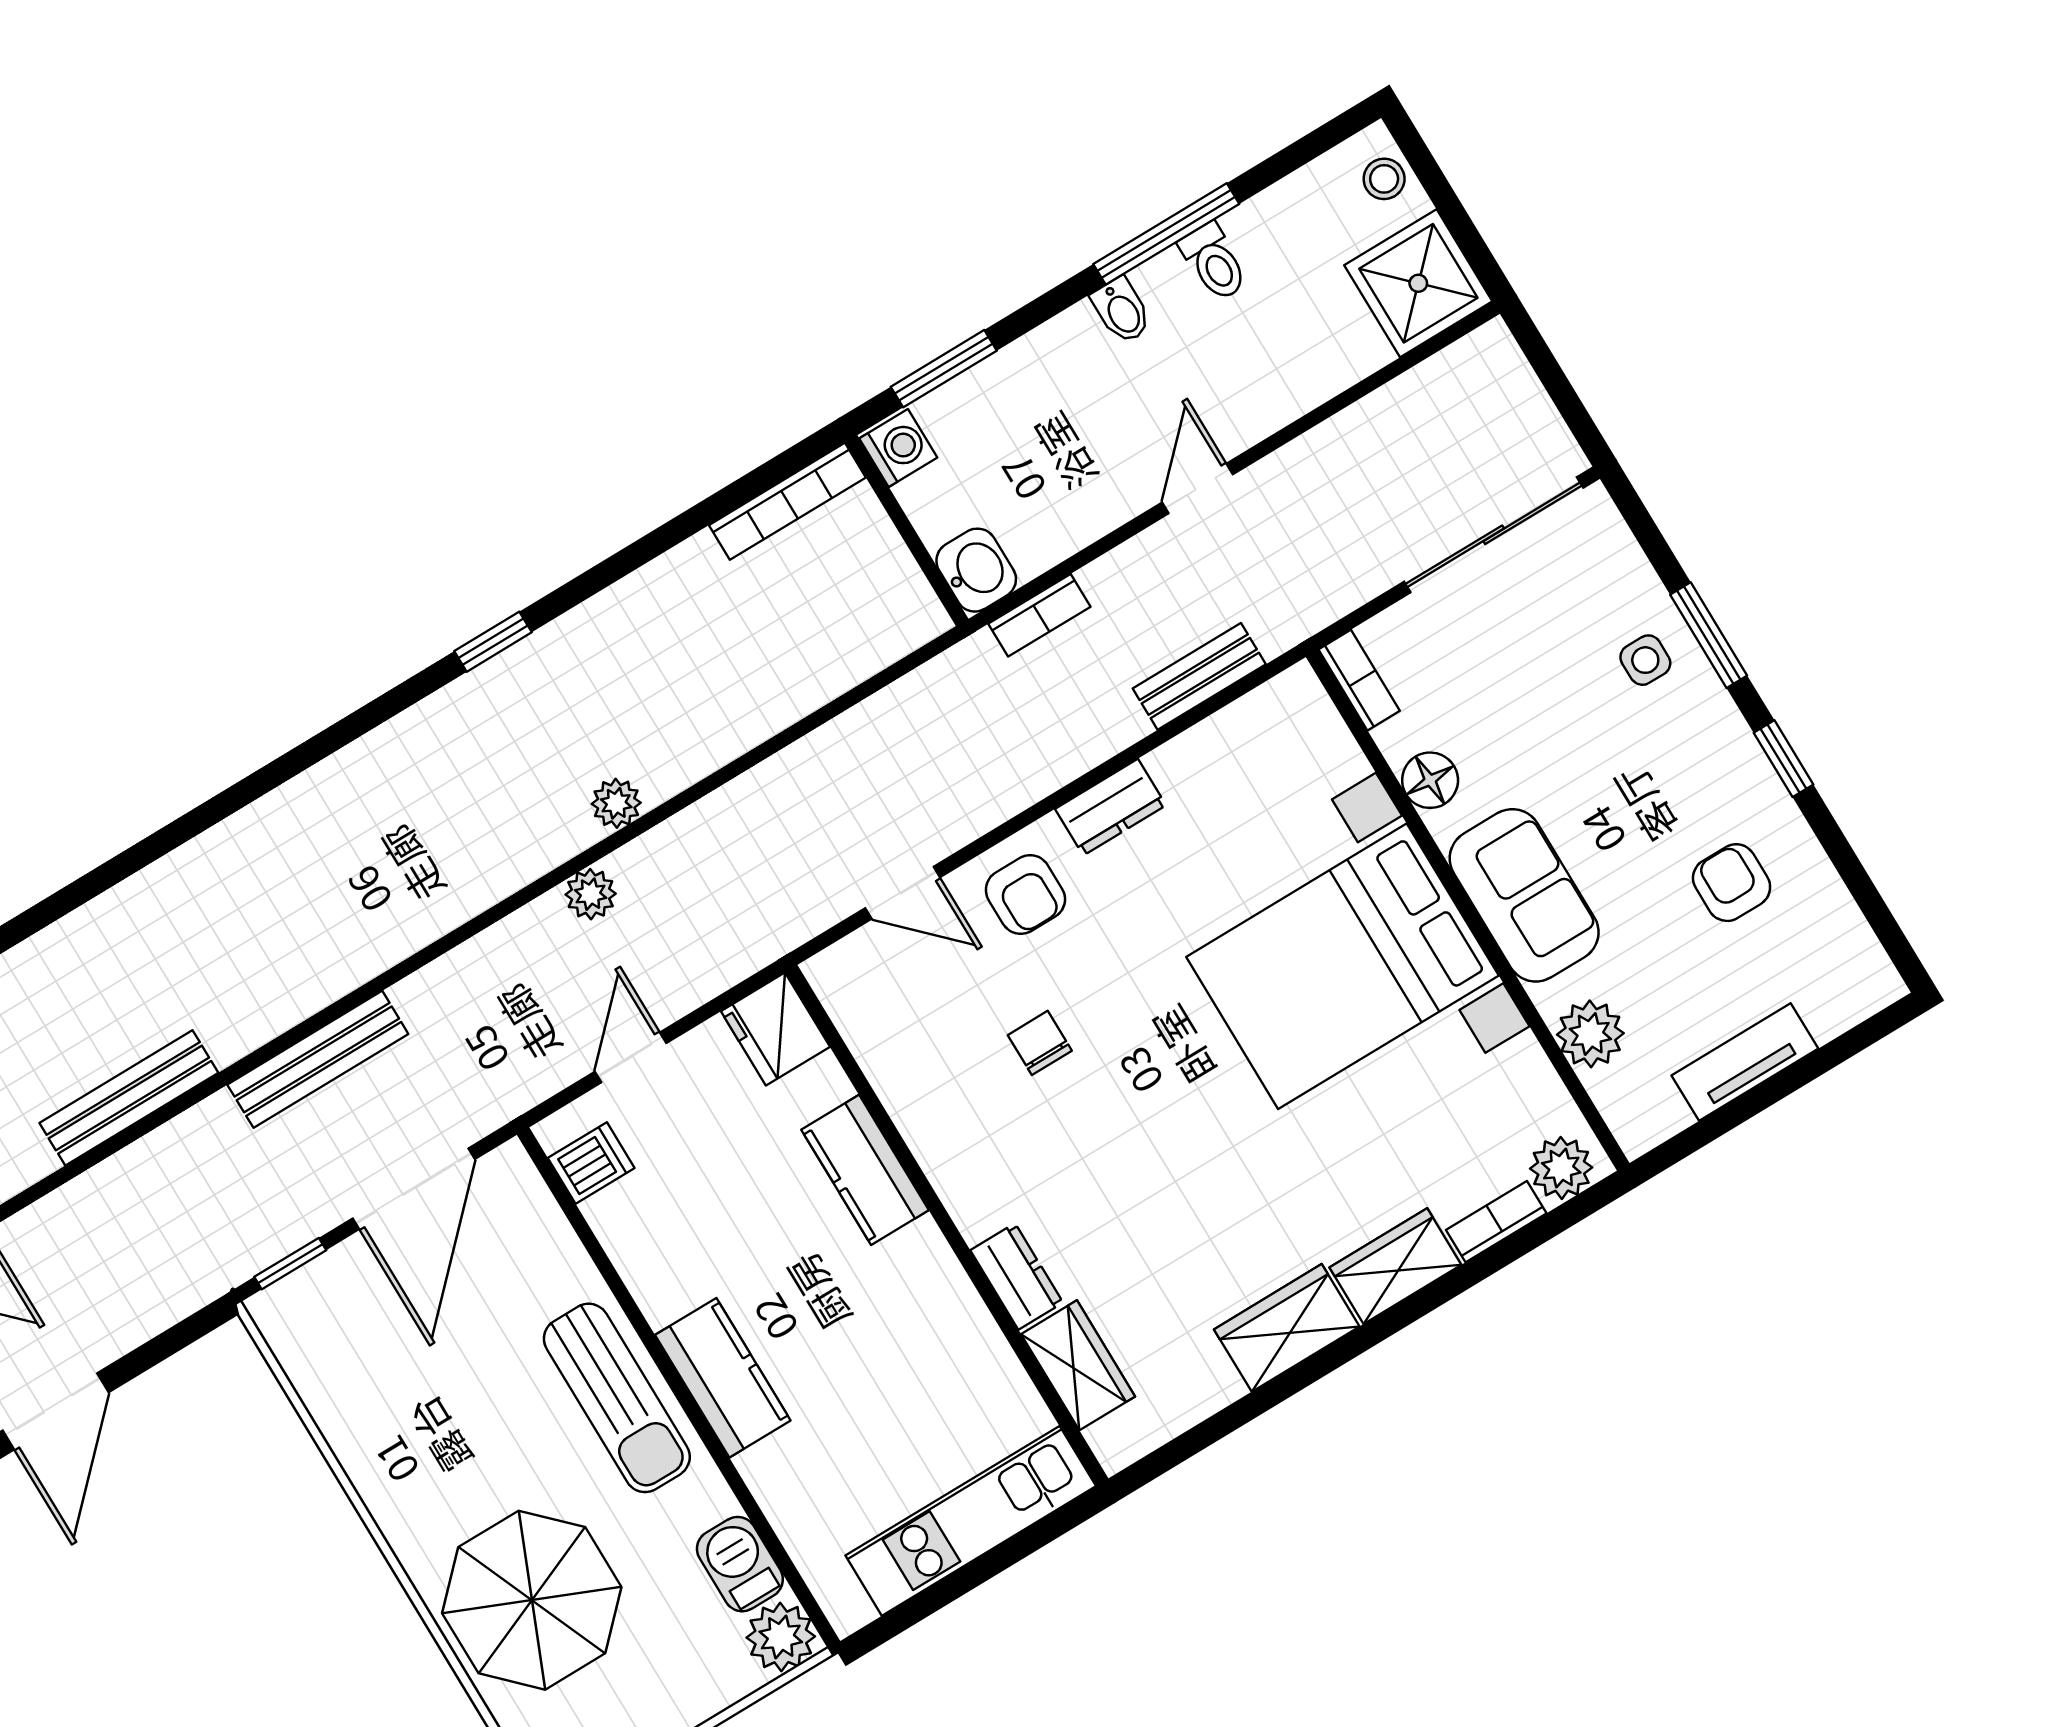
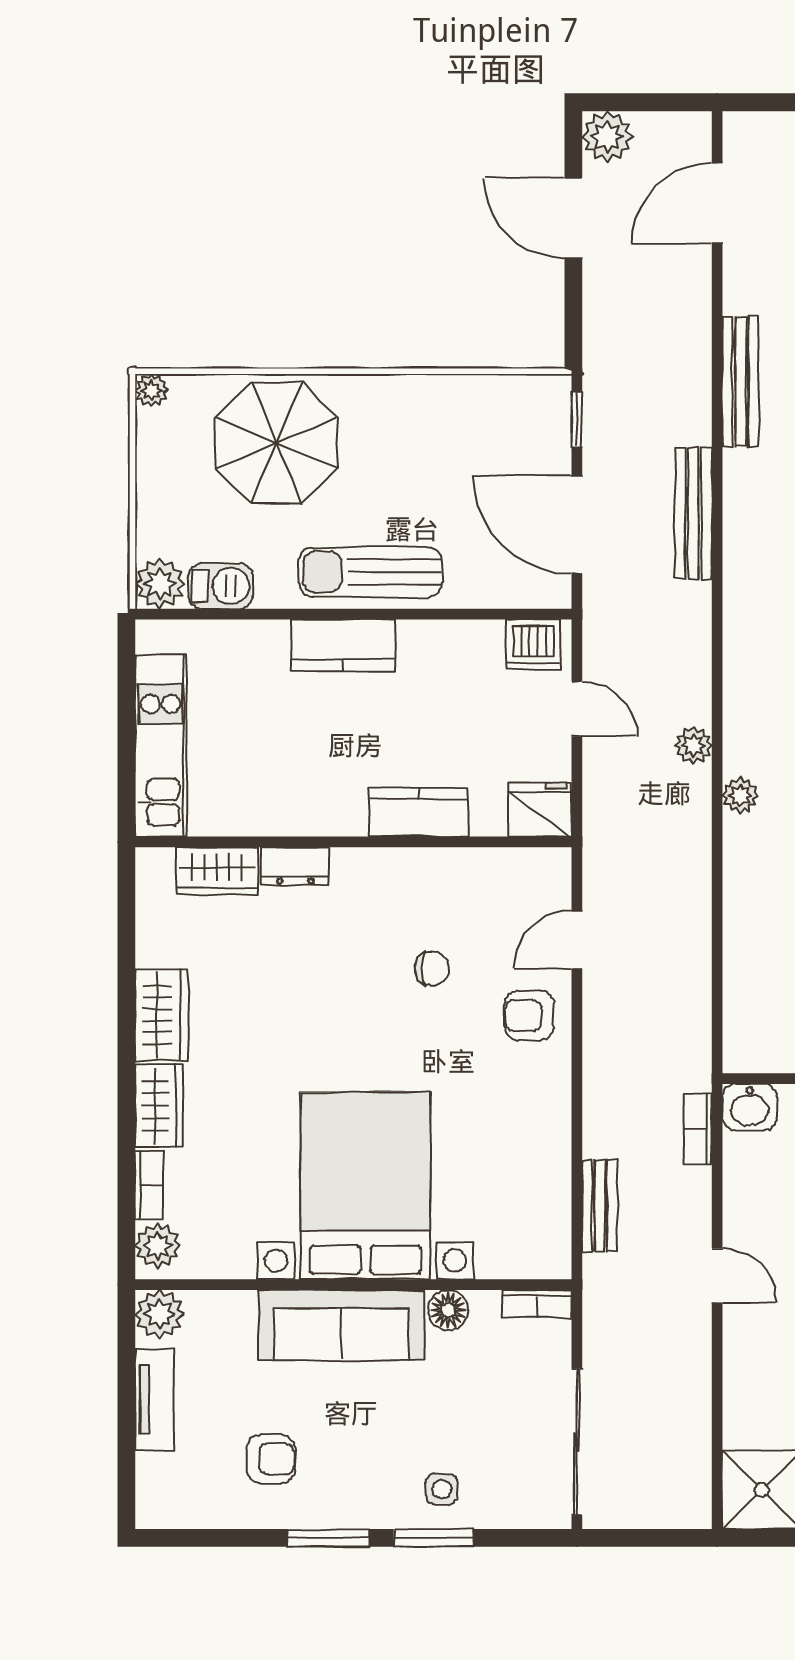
window: (1783, 759) -> (328, 1538), width x1.50
dresser: (1111, 807) -> (552, 1101), removed
sofa: (1524, 895) -> (341, 1325), width x1.36
plant: (1590, 1034) -> (159, 1314), moved
dishwasher: (591, 1163) -> (533, 645), width x1.38

